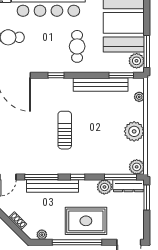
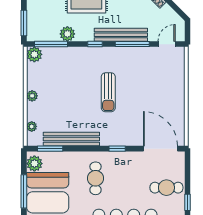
window: (147, 52) -> (24, 191), moved
plant: (134, 131) -> (32, 96), width x0.53, depth x0.53
dresser: (128, 186) -> (43, 35), removed

